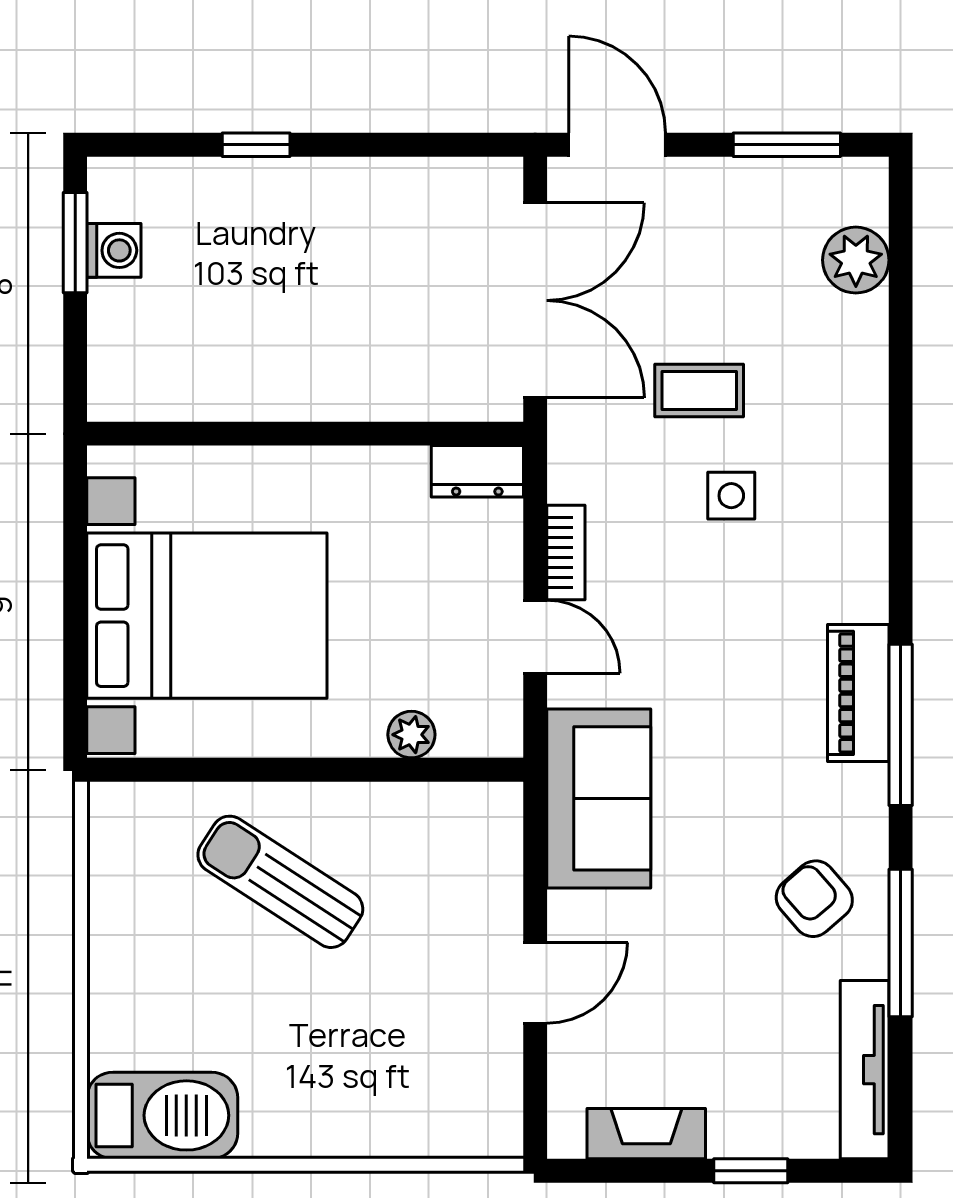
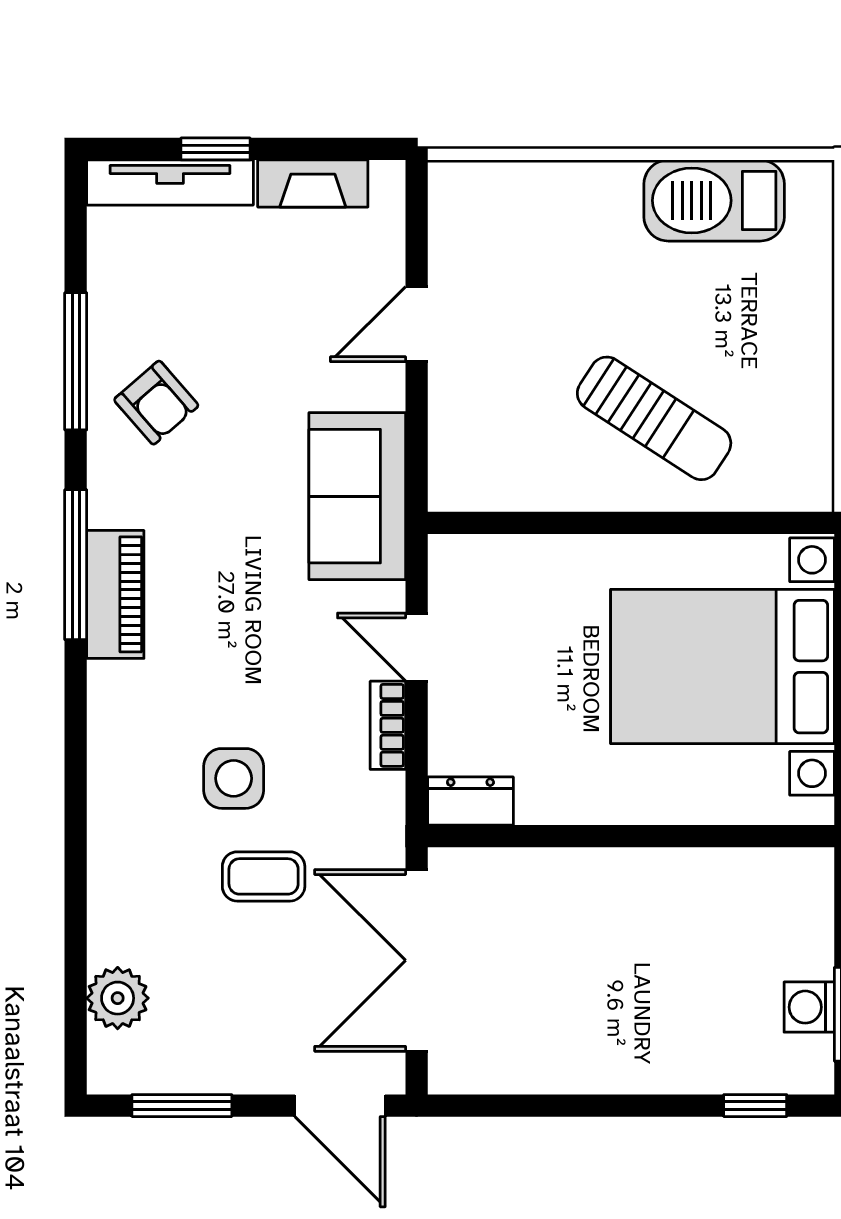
window: (256, 145) -> (755, 1106), moved
side table: (731, 496) -> (234, 778), width x1.37, depth x1.37
plant: (411, 735) -> (532, 556), removed
tv unit: (865, 1070) -> (170, 183), moved, turned 90
barbecue: (162, 1115) -> (714, 200), moved

